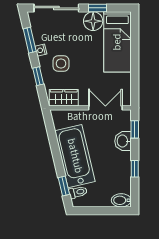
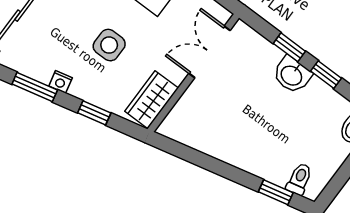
side table: (61, 64) -> (109, 45), moved
window: (135, 129) -> (289, 47), moved
washbasin: (123, 141) -> (292, 75), moved
bathtub: (75, 156) -> (245, 145), removed

